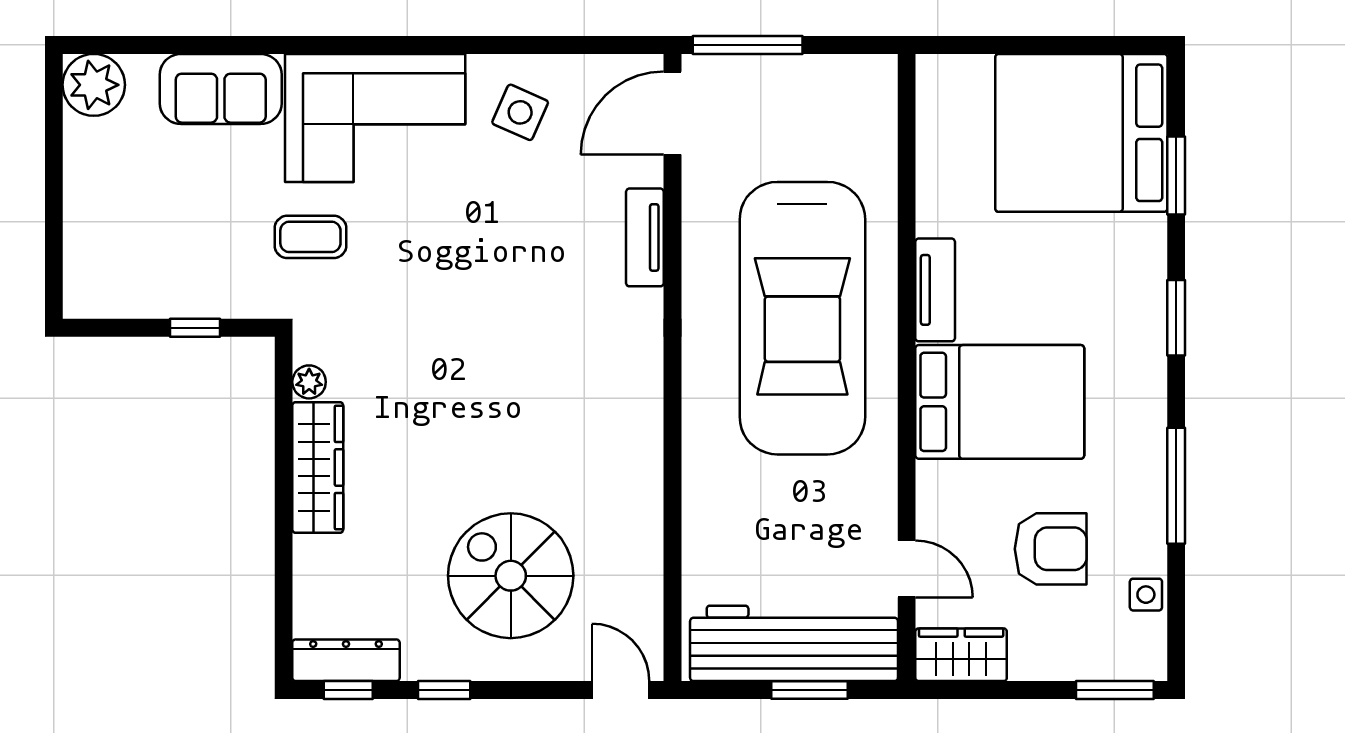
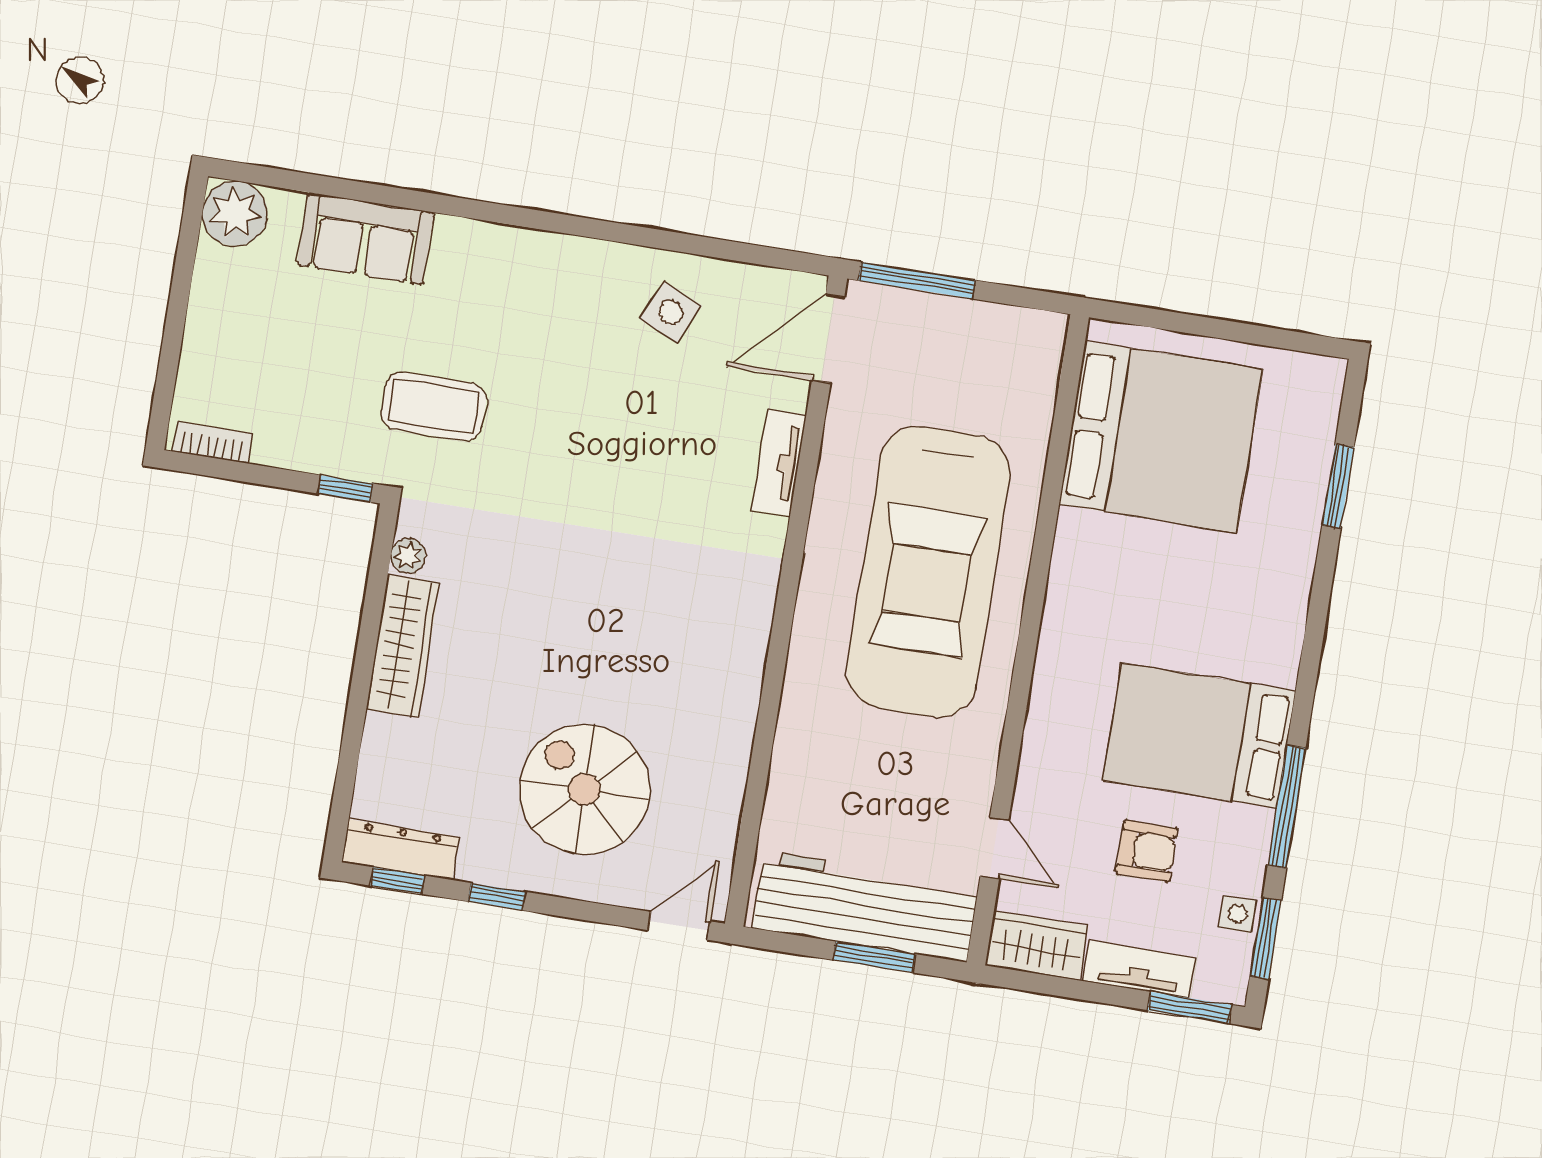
corner sofa: (375, 118) -> (520, 294), removed
bed: (1081, 133) -> (1161, 437), moved, turned 180
coffee table: (310, 237) -> (434, 406), width x1.36, depth x1.30
tv unit: (935, 290) -> (1139, 969), moved, turned -90
bookcase: (107, 304) -> (213, 442), added
window: (1176, 318) -> (1266, 938), moved
window: (195, 328) -> (346, 489), moved
bed: (1000, 402) -> (1199, 736), moved, turned 180
armchair: (1051, 549) -> (1147, 851), width x0.72, depth x0.72
door: (621, 690) -> (679, 926), hinge flipped

